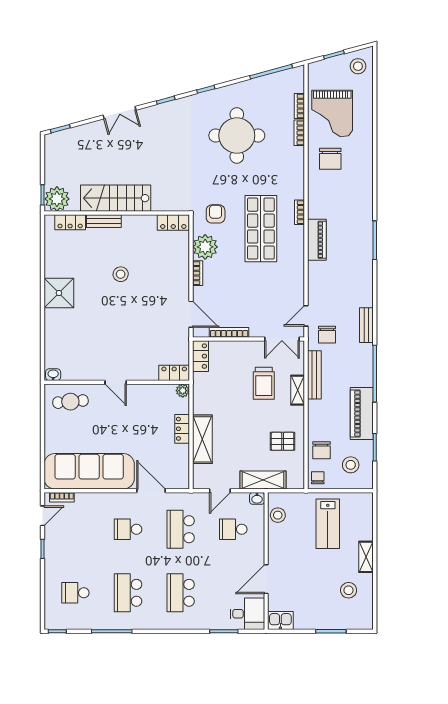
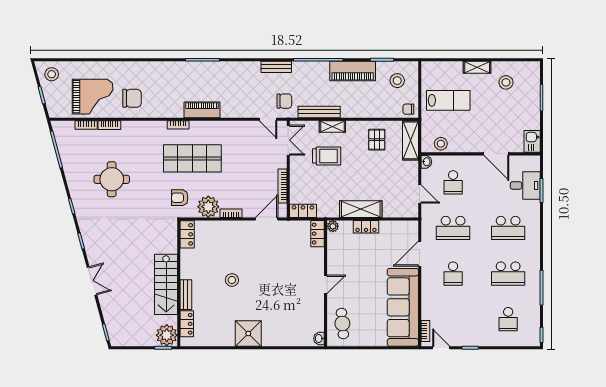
round table: (237, 136) -> (112, 179), width x0.73, depth x0.73
shelving: (202, 439) -> (361, 209), moved
chair: (321, 450) -> (385, 106), removed
shelving: (263, 480) -> (410, 140), moved
desk: (247, 614) -> (525, 185), moved, turned 90

